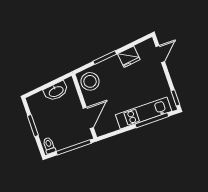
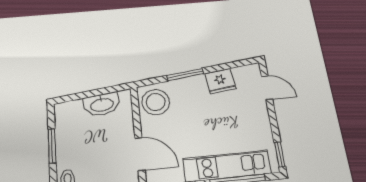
door: (160, 54) -> (267, 88), hinge flipped
door: (88, 118) -> (140, 154), hinge flipped

